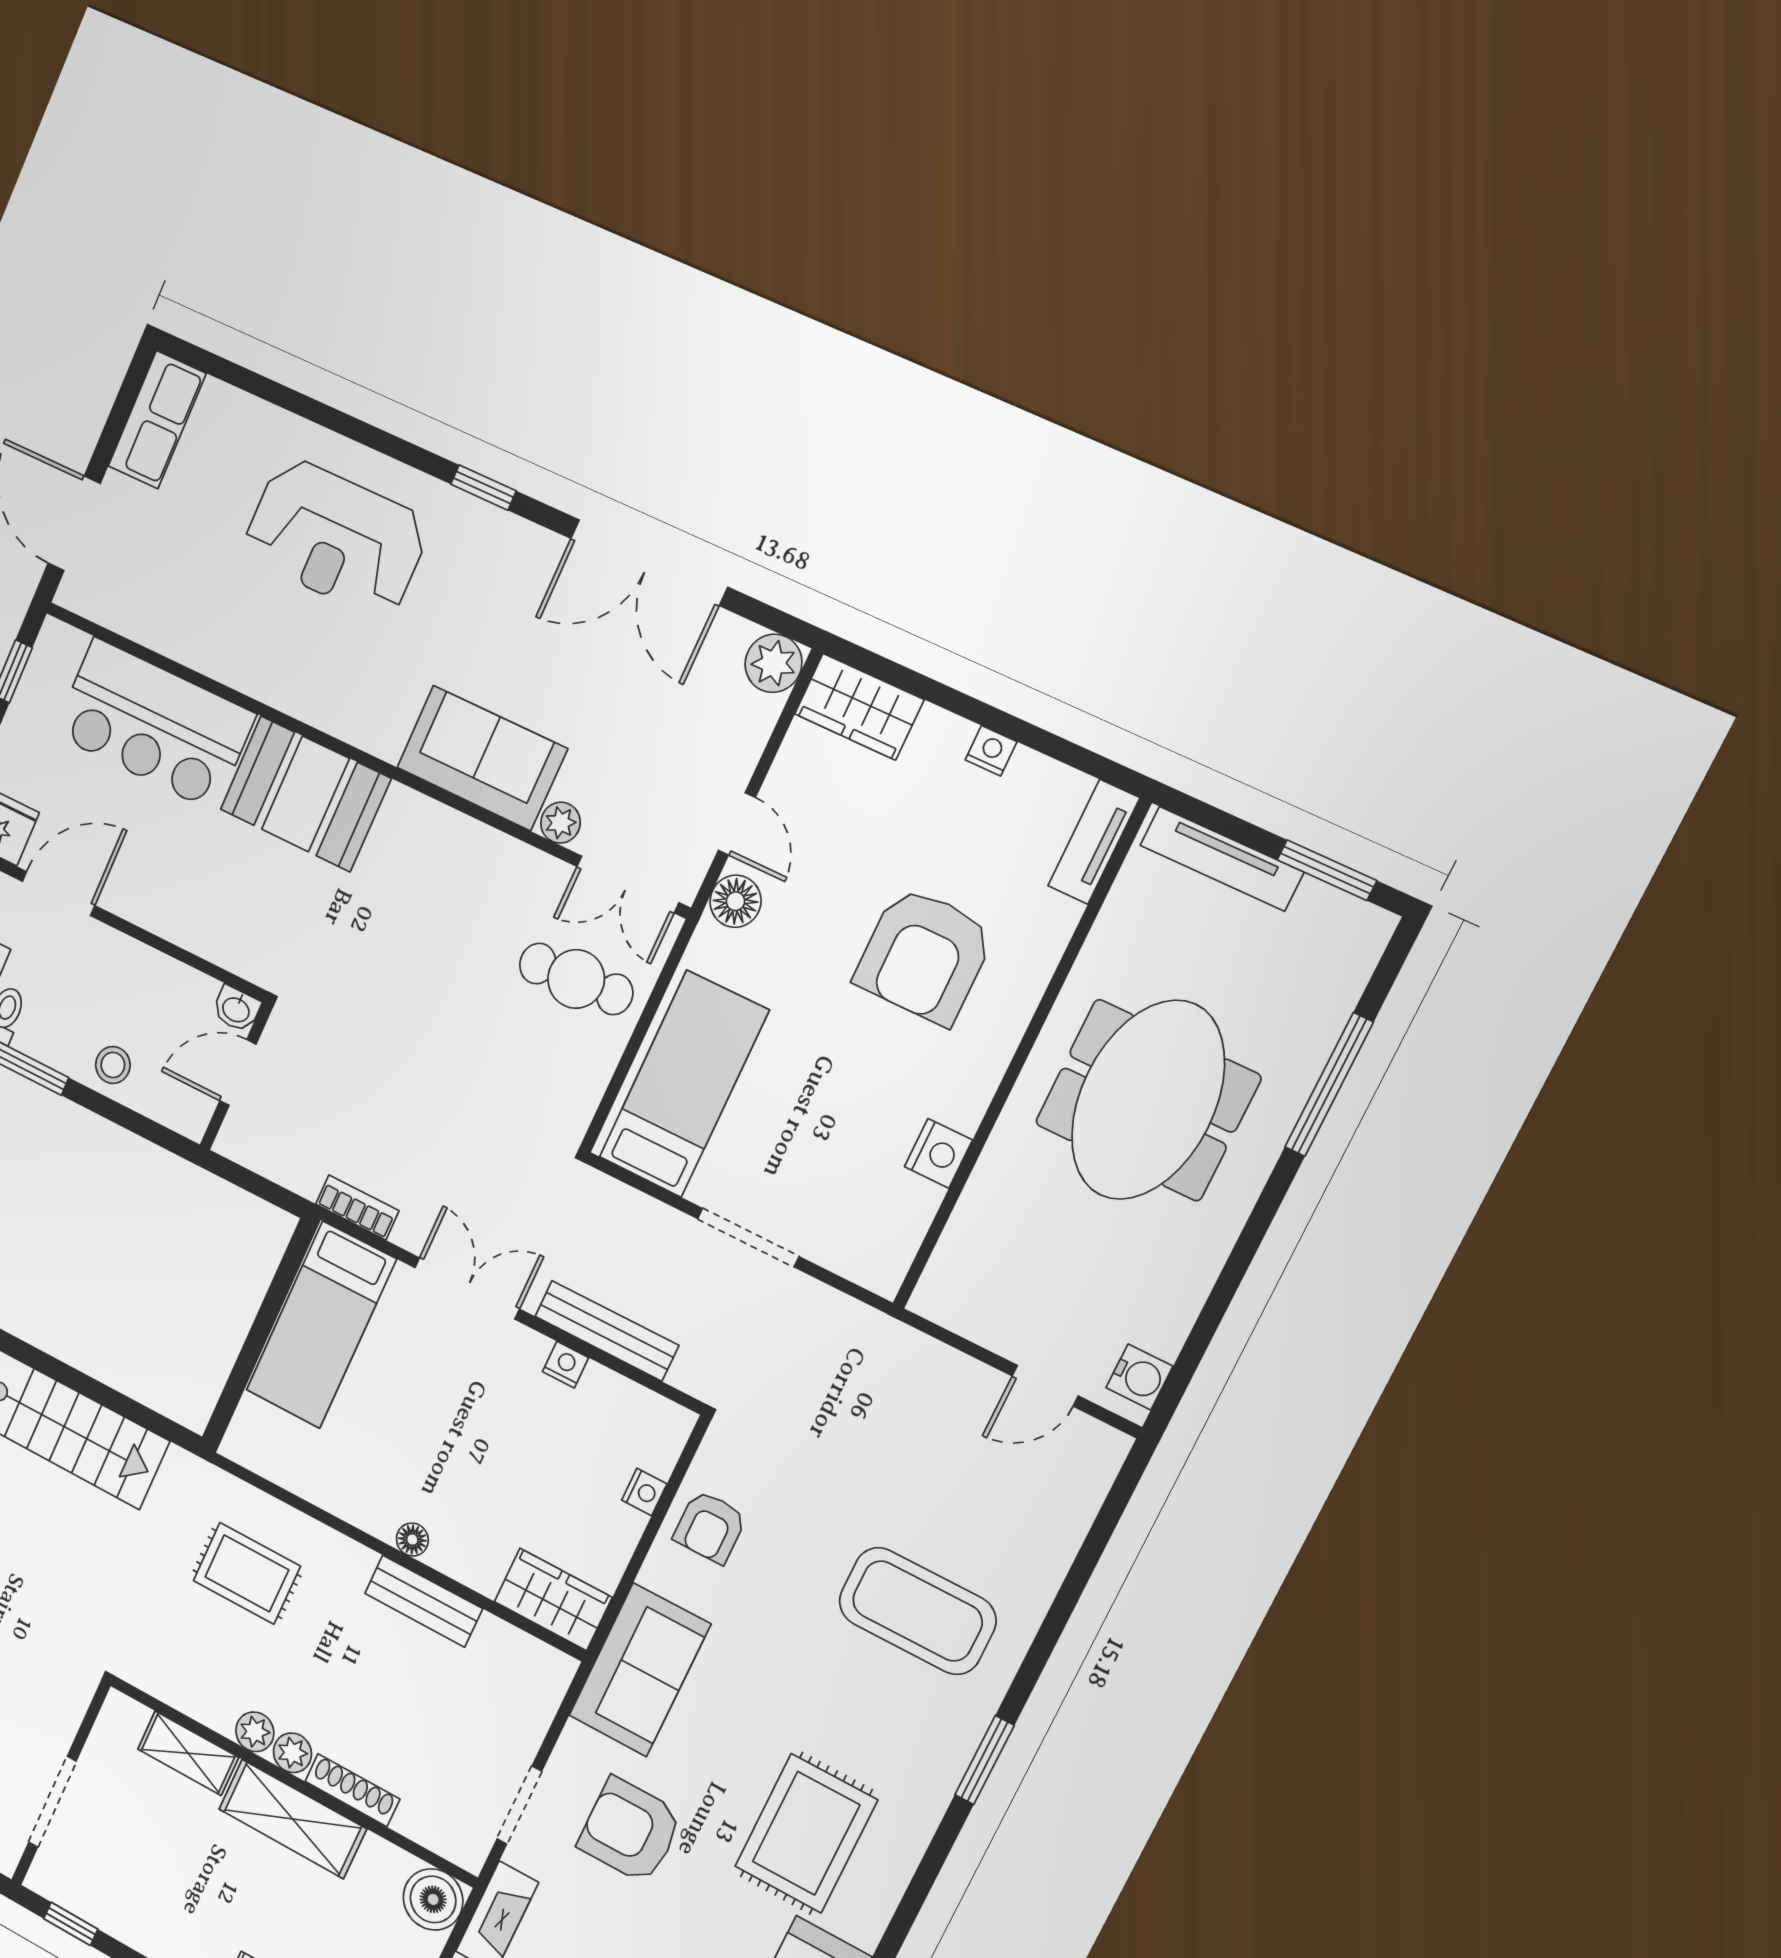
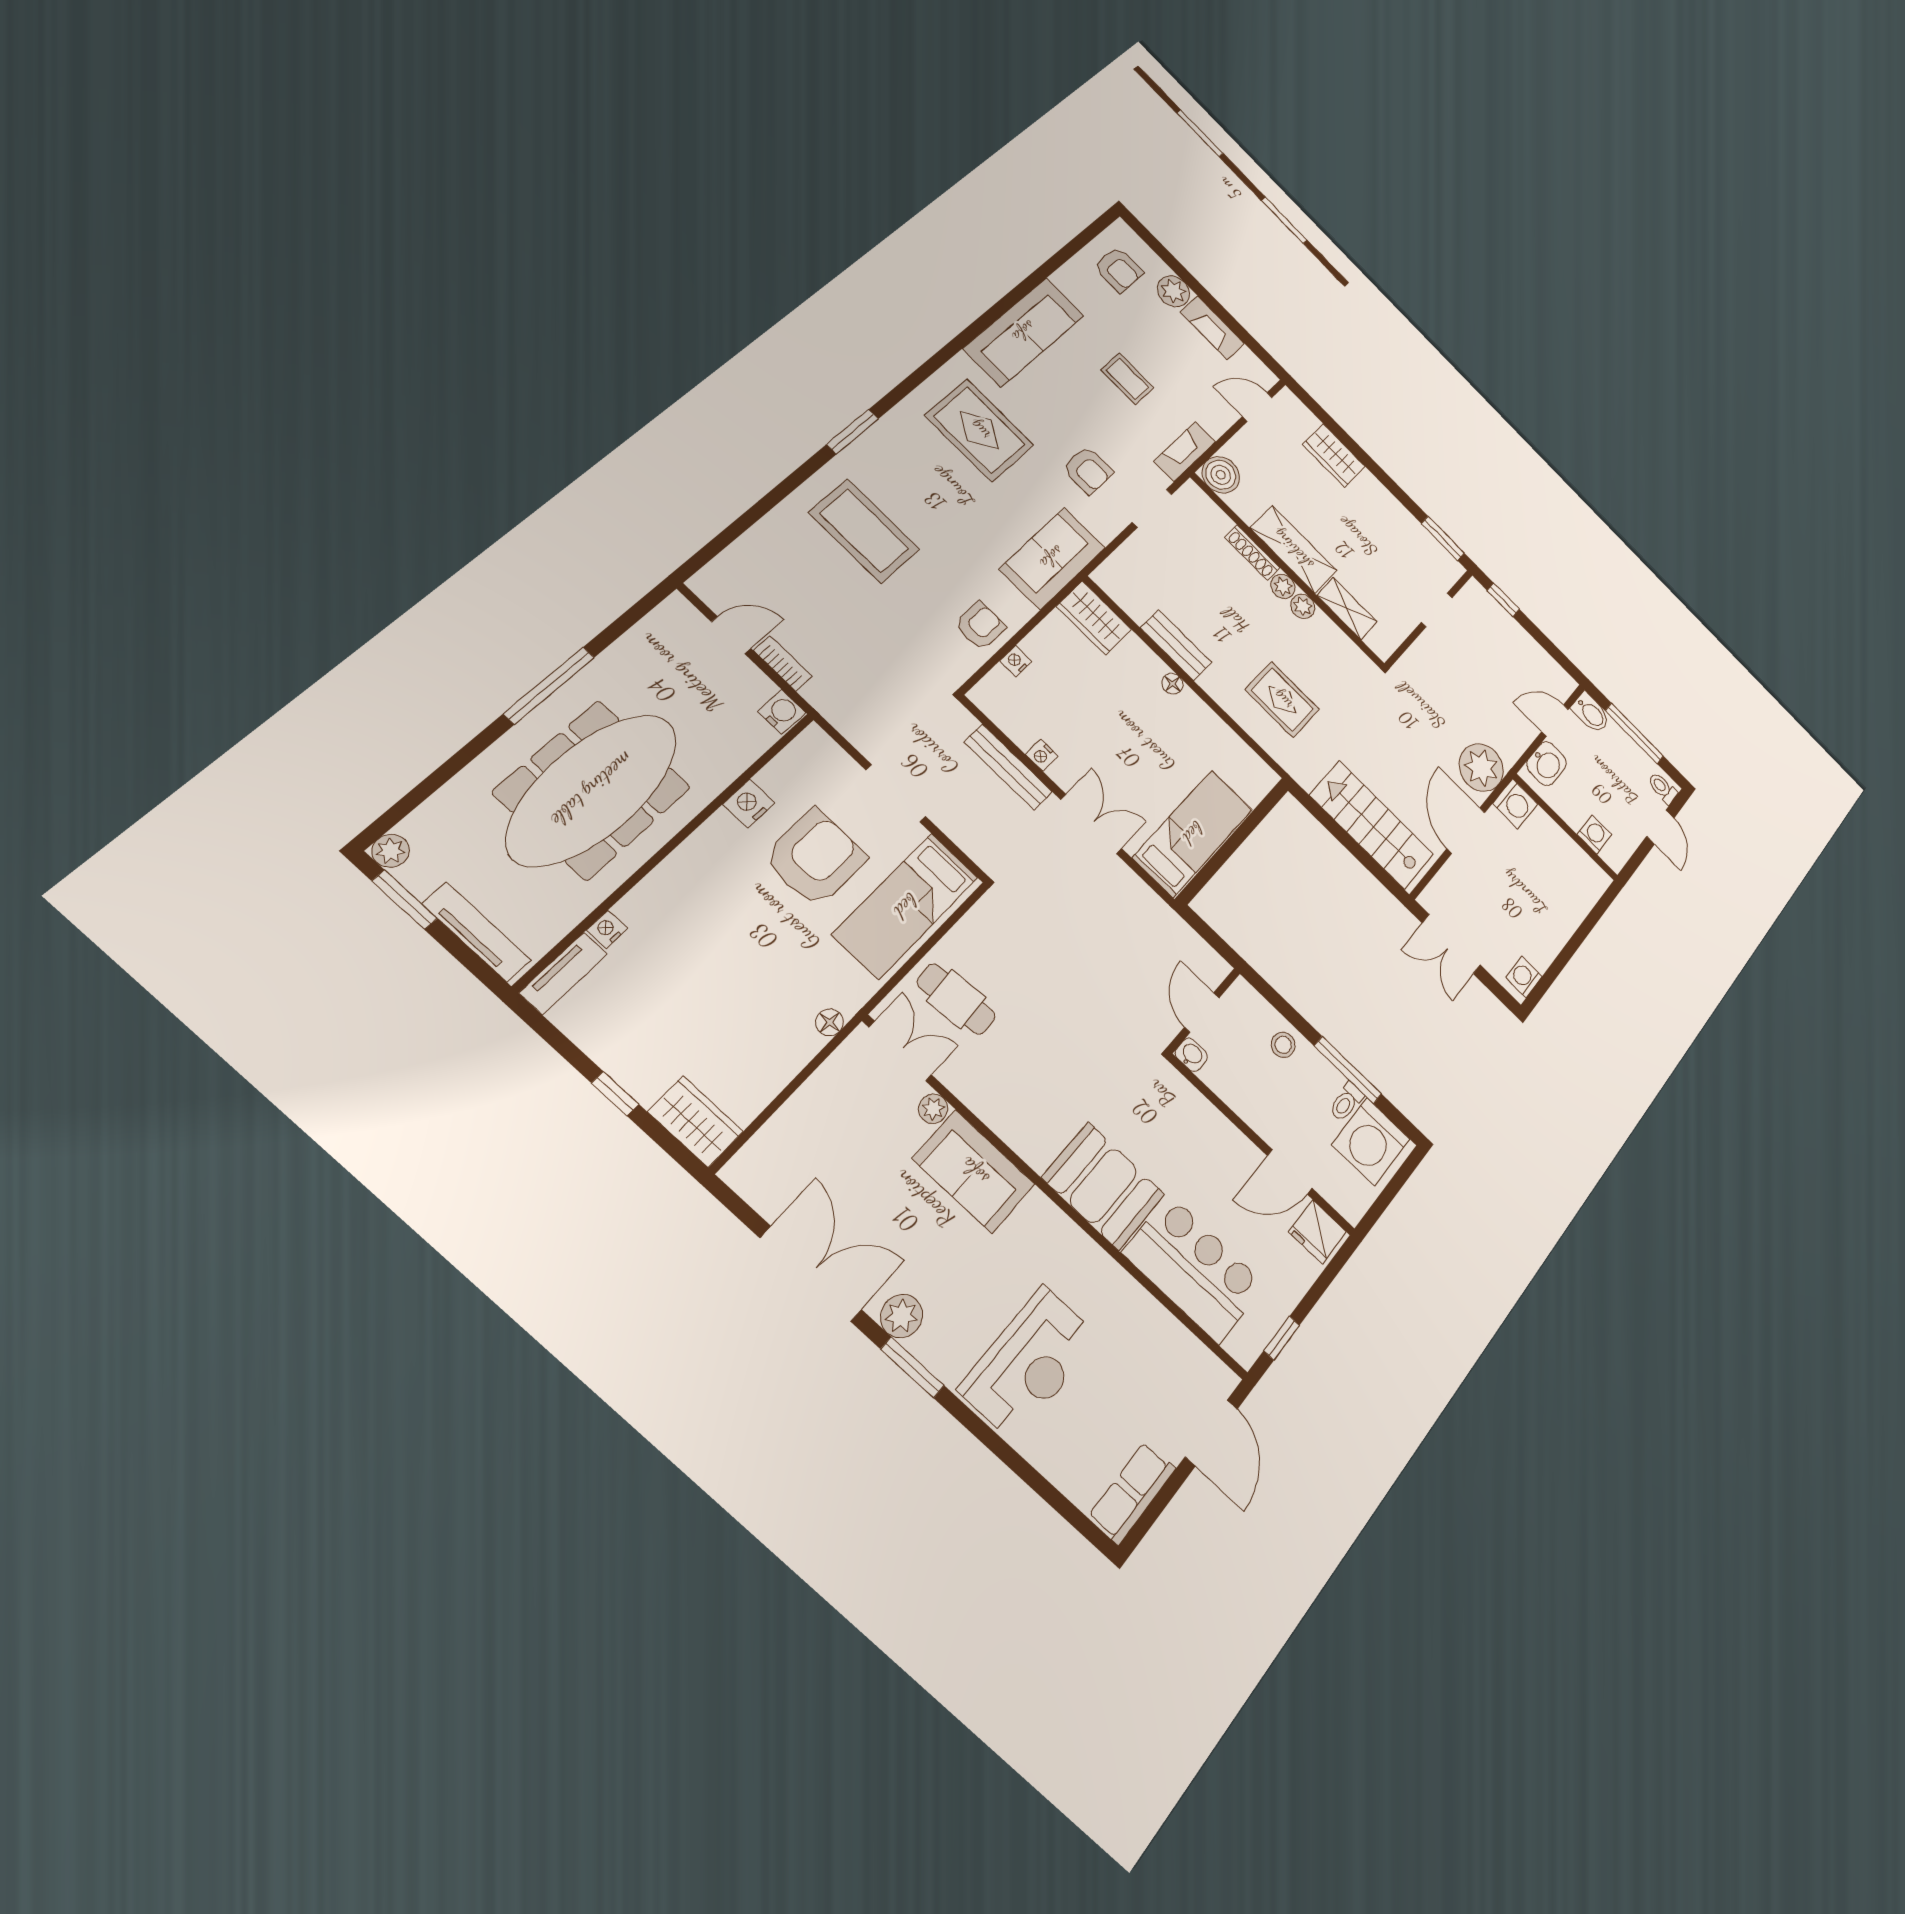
window: (483, 488) -> (912, 1367), width x1.50
reception desk: (336, 538) -> (1029, 1363), turned 90
plant: (774, 663) -> (902, 1316), moved
window: (972, 709) -> (615, 1094), added
nightstand: (991, 751) -> (607, 929), moved, turned 90
door: (737, 824) -> (811, 1068), removed
floor lamp: (735, 901) -> (830, 1022), width x0.73, depth x0.73
plant: (1369, 928) -> (391, 851), added
armchair: (924, 956) -> (815, 858), moved
door: (238, 1073) -> (1202, 1012), swing flipped
window: (1329, 1085) -> (549, 685), moved
meeting table: (1148, 1100) -> (592, 790), width x1.36
bookcase: (357, 1207) -> (783, 663), moved, turned 180
double door: (467, 1288) -> (1091, 824), swing flipped
water cooler: (1139, 1377) -> (782, 712), moved, turned 90
doorway: (52, 1802) -> (1437, 610), width x0.73
armchair: (630, 1830) -> (1088, 470), width x0.72, depth x0.72
rug: (806, 1833) -> (979, 430), turned 90
window: (71, 1924) -> (1443, 538), width x1.50

